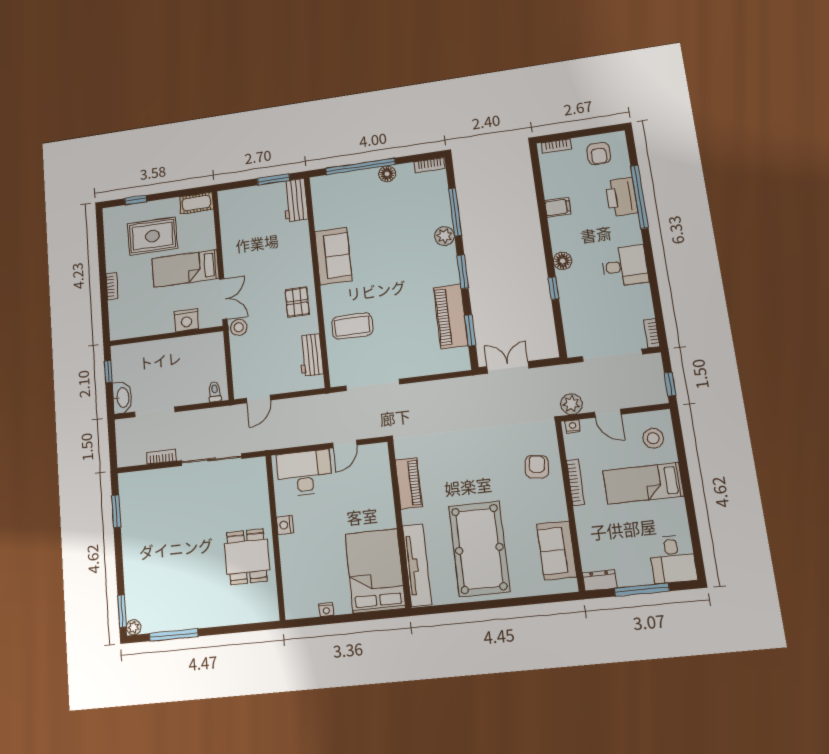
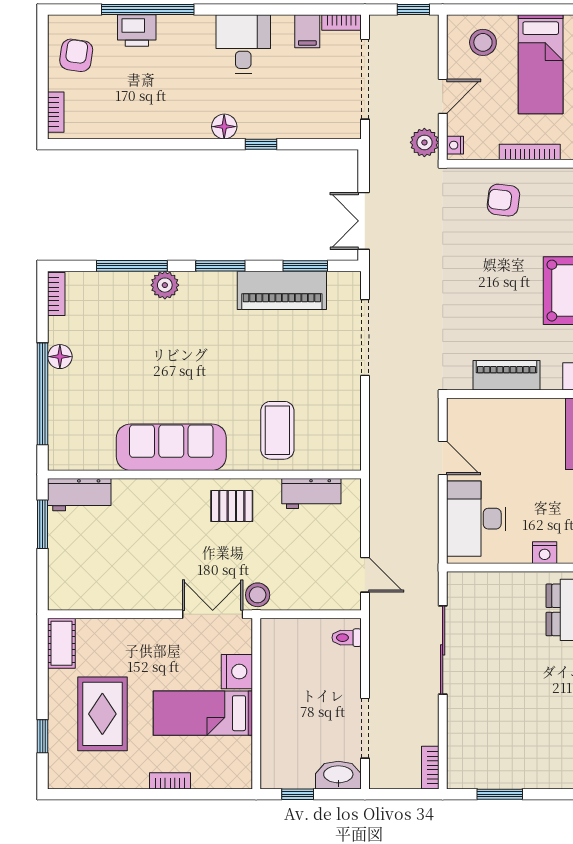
armchair: (599, 154) -> (76, 55), turned -82
printer: (621, 197) -> (137, 31), width x0.73, depth x0.84
filing cabinet: (558, 207) -> (307, 31), moved, turned 180
sofa: (333, 256) -> (171, 447), width x1.36
bed: (185, 268) -> (203, 713), moved, turned 90
doorway: (373, 385) -> (365, 338), moved
bookcase: (161, 457) -> (430, 768), moved

